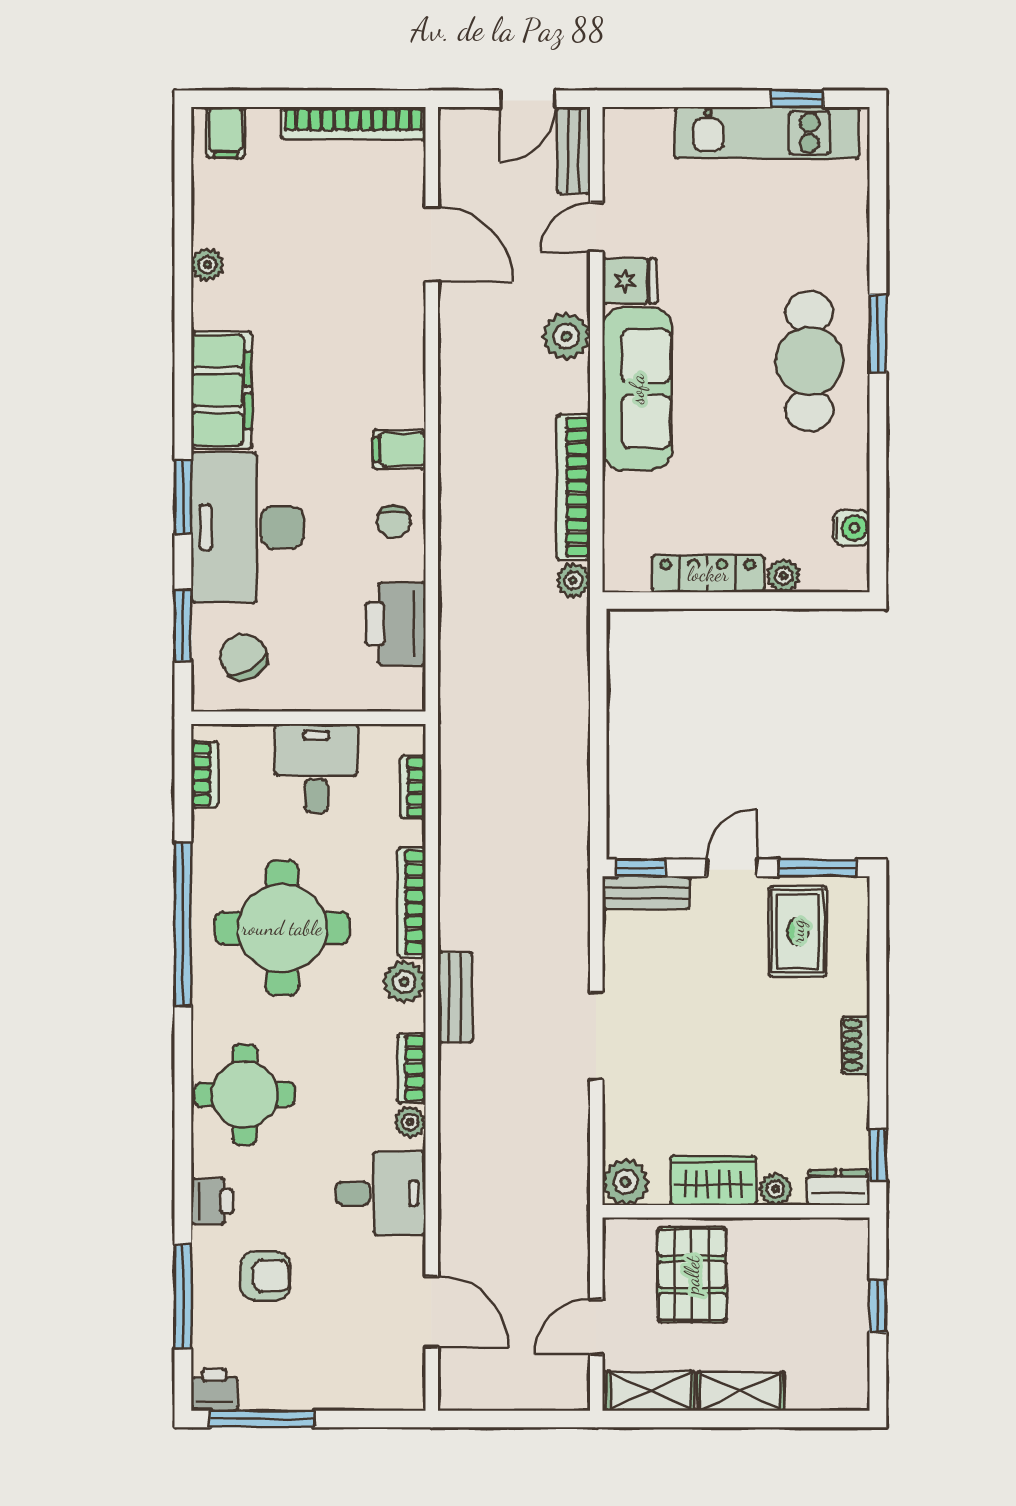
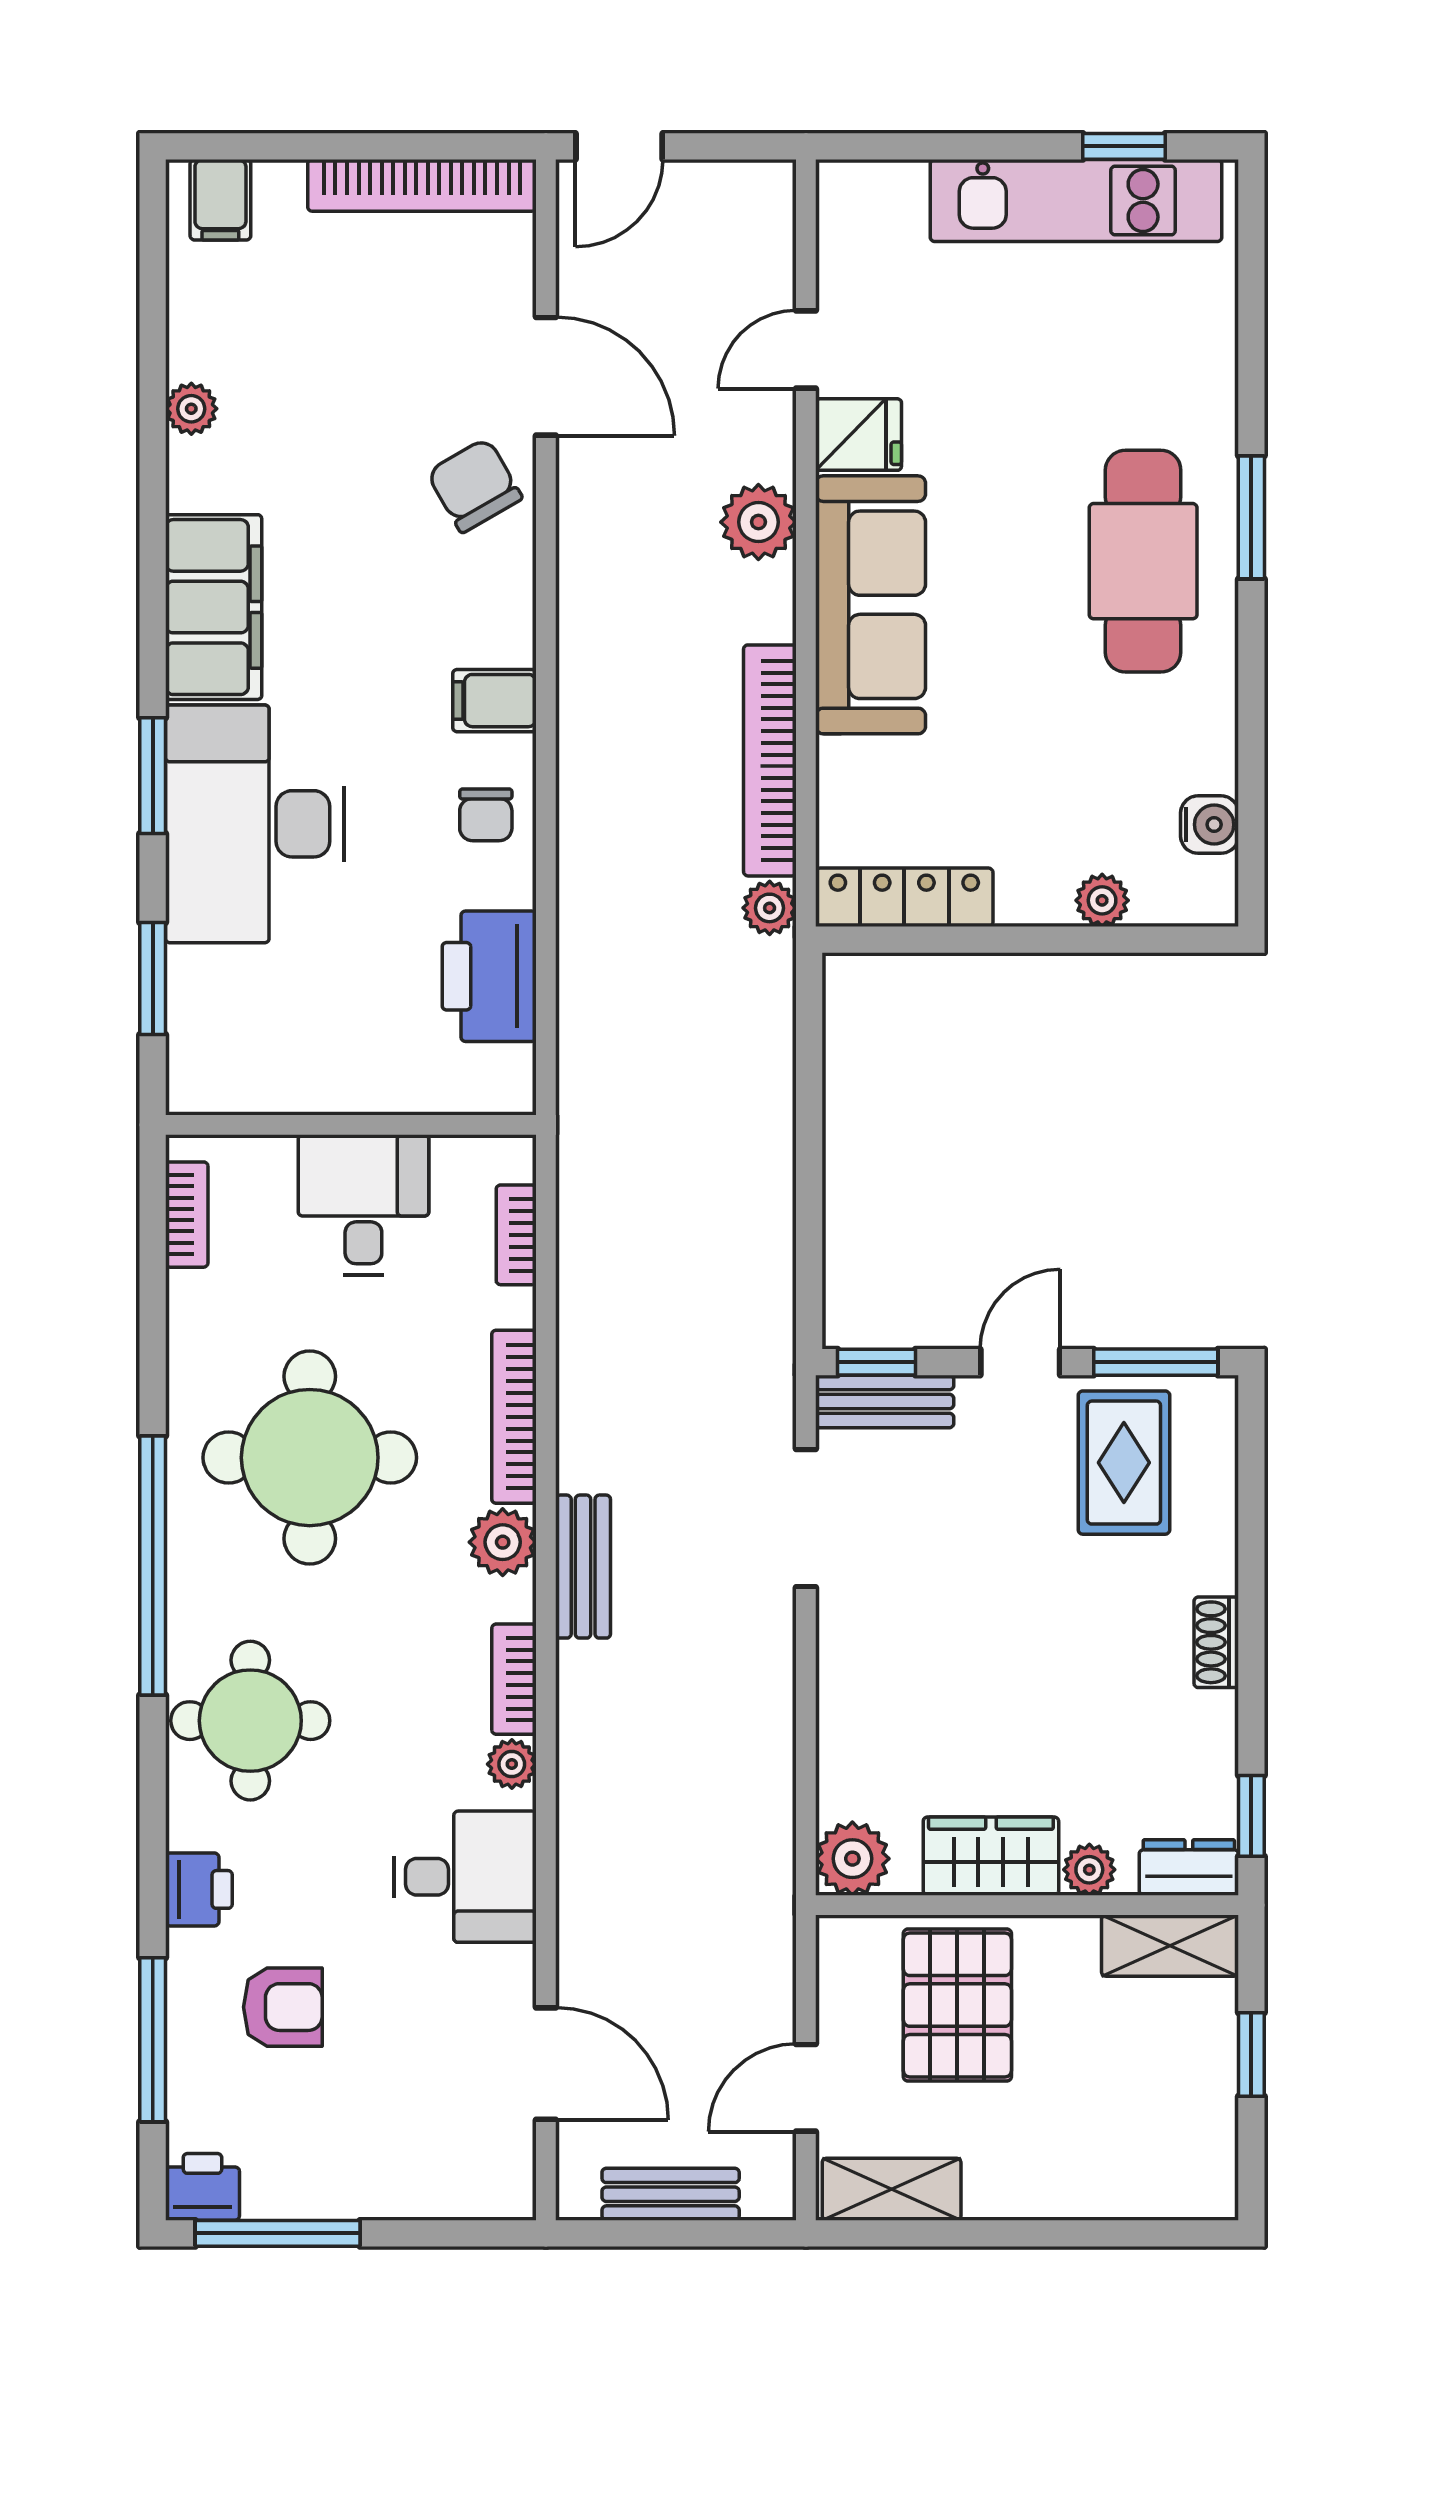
door: (528, 99) -> (619, 146), moved
bench: (574, 150) -> (671, 2194), moved, turned 90
locker: (708, 574) -> (904, 897), moved
chair: (243, 657) -> (475, 485), moved
window: (183, 924) -> (153, 1565), moved
doorway: (596, 1036) -> (806, 1518), moved
shelving: (741, 1391) -> (1170, 1946), moved

